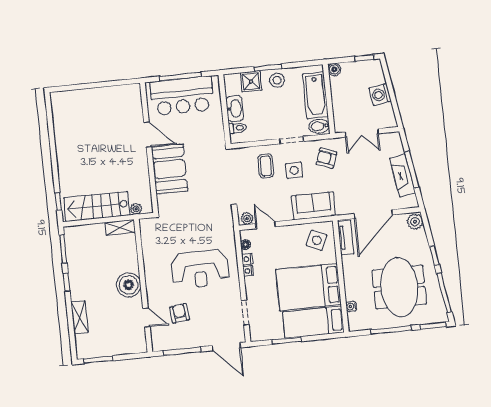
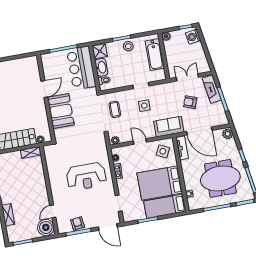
shower: (251, 81) -> (100, 51), moved
washing machine: (380, 95) -> (193, 37), moved
bar counter: (182, 96) -> (81, 68), moved, turned 90
bidet: (319, 126) -> (159, 75), removed
double door: (362, 133) -> (187, 77), swing flipped
door: (148, 134) -> (44, 89), hinge flipped
armchair: (326, 158) -> (190, 102), moved
coffee table: (266, 166) -> (115, 109), moved
fireplace: (402, 175) -> (212, 89), moved
sofa: (313, 206) -> (169, 127), moved
door: (373, 214) -> (199, 131), hinge flipped
door: (266, 225) -> (140, 142), moved
boiler: (129, 285) -> (46, 227), moved
meeting table: (399, 287) -> (220, 178), turned 90
armchair: (180, 313) -> (78, 223), moved
door: (146, 317) -> (53, 211), swing flipped

